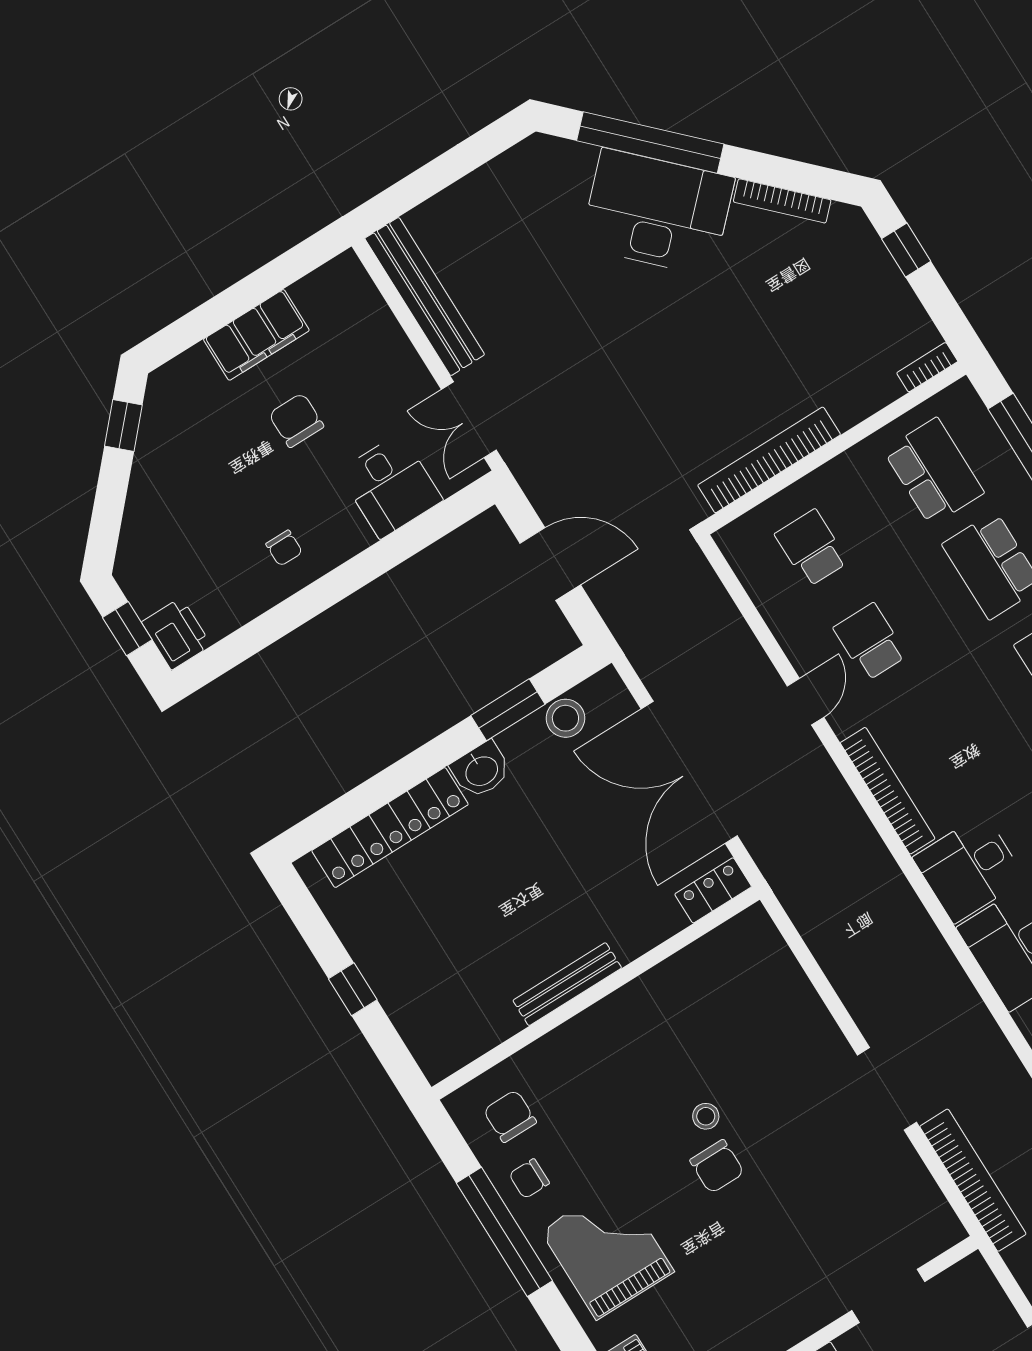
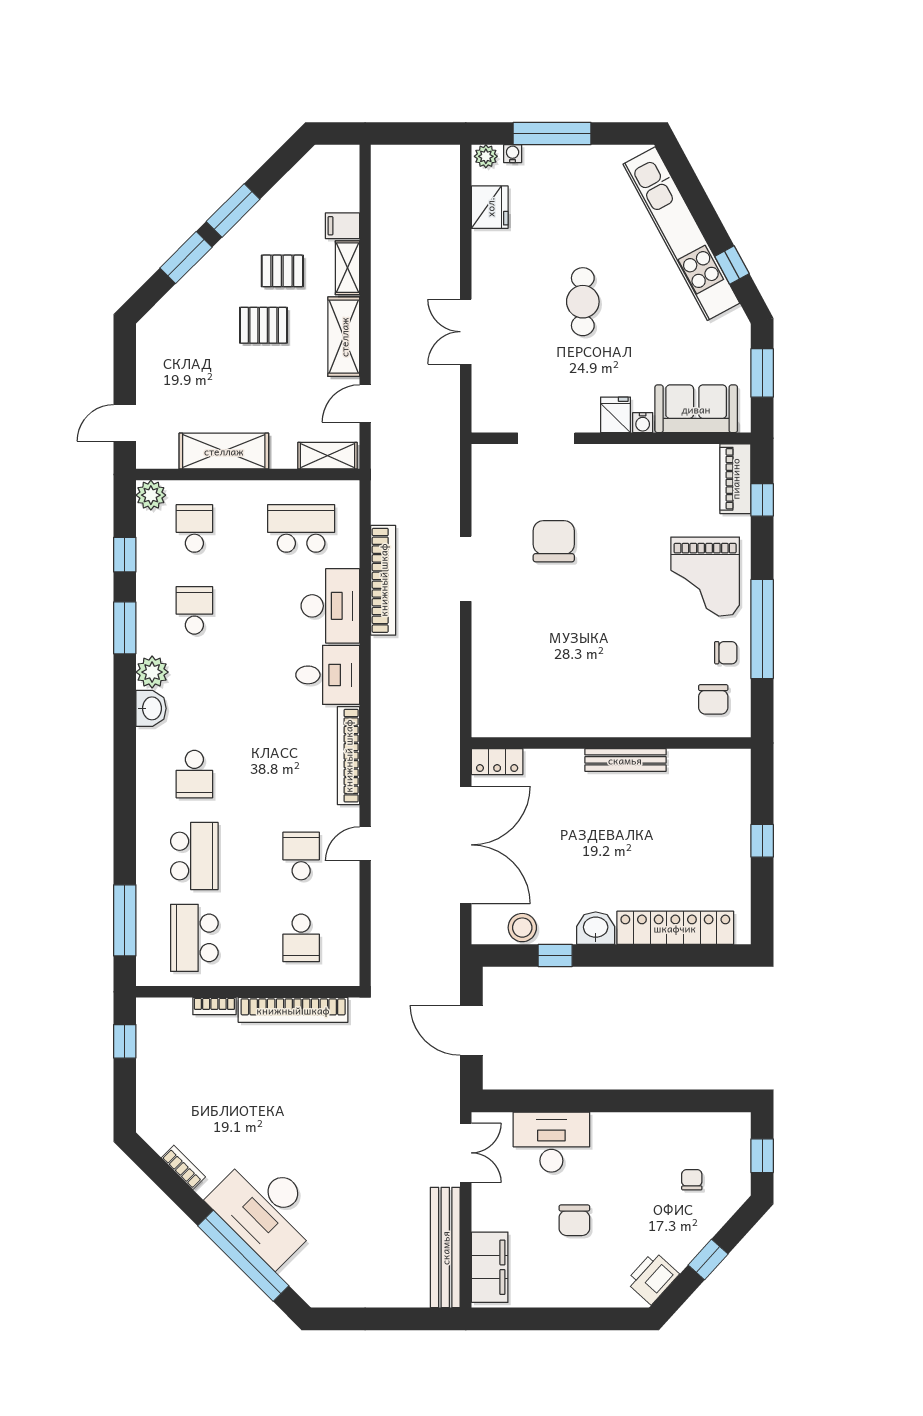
bookcase: (782, 201) -> (183, 1167), width x0.64
window: (906, 250) -> (125, 1041), moved
filing cabinet: (256, 335) -> (490, 1267), moved, turned 90
bookcase: (927, 367) -> (214, 1006), moved
window: (123, 426) -> (708, 1259), moved
desk: (390, 486) -> (551, 1142), width x1.37
chair: (284, 548) -> (692, 1180), moved
printer: (176, 634) -> (652, 1278), moved, turned 42
school desk: (870, 642) -> (301, 856), turned 180
window: (508, 710) -> (555, 955), width x0.67
stool: (706, 1116) -> (590, 623), removed
chair: (717, 1166) -> (554, 541), moved, width x1.37, depth x1.37
bookcase: (973, 1180) -> (383, 580), moved, turned 180

